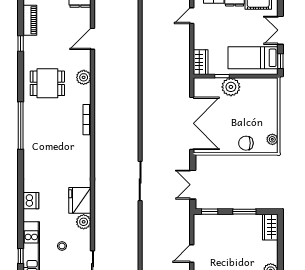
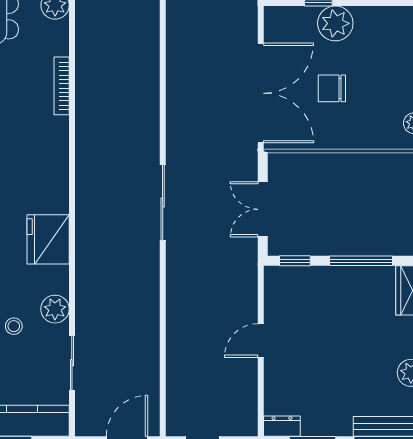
chair: (246, 143) -> (332, 88), moved
window: (244, 212) -> (361, 261), width x1.44
plant: (84, 222) -> (55, 309), moved

